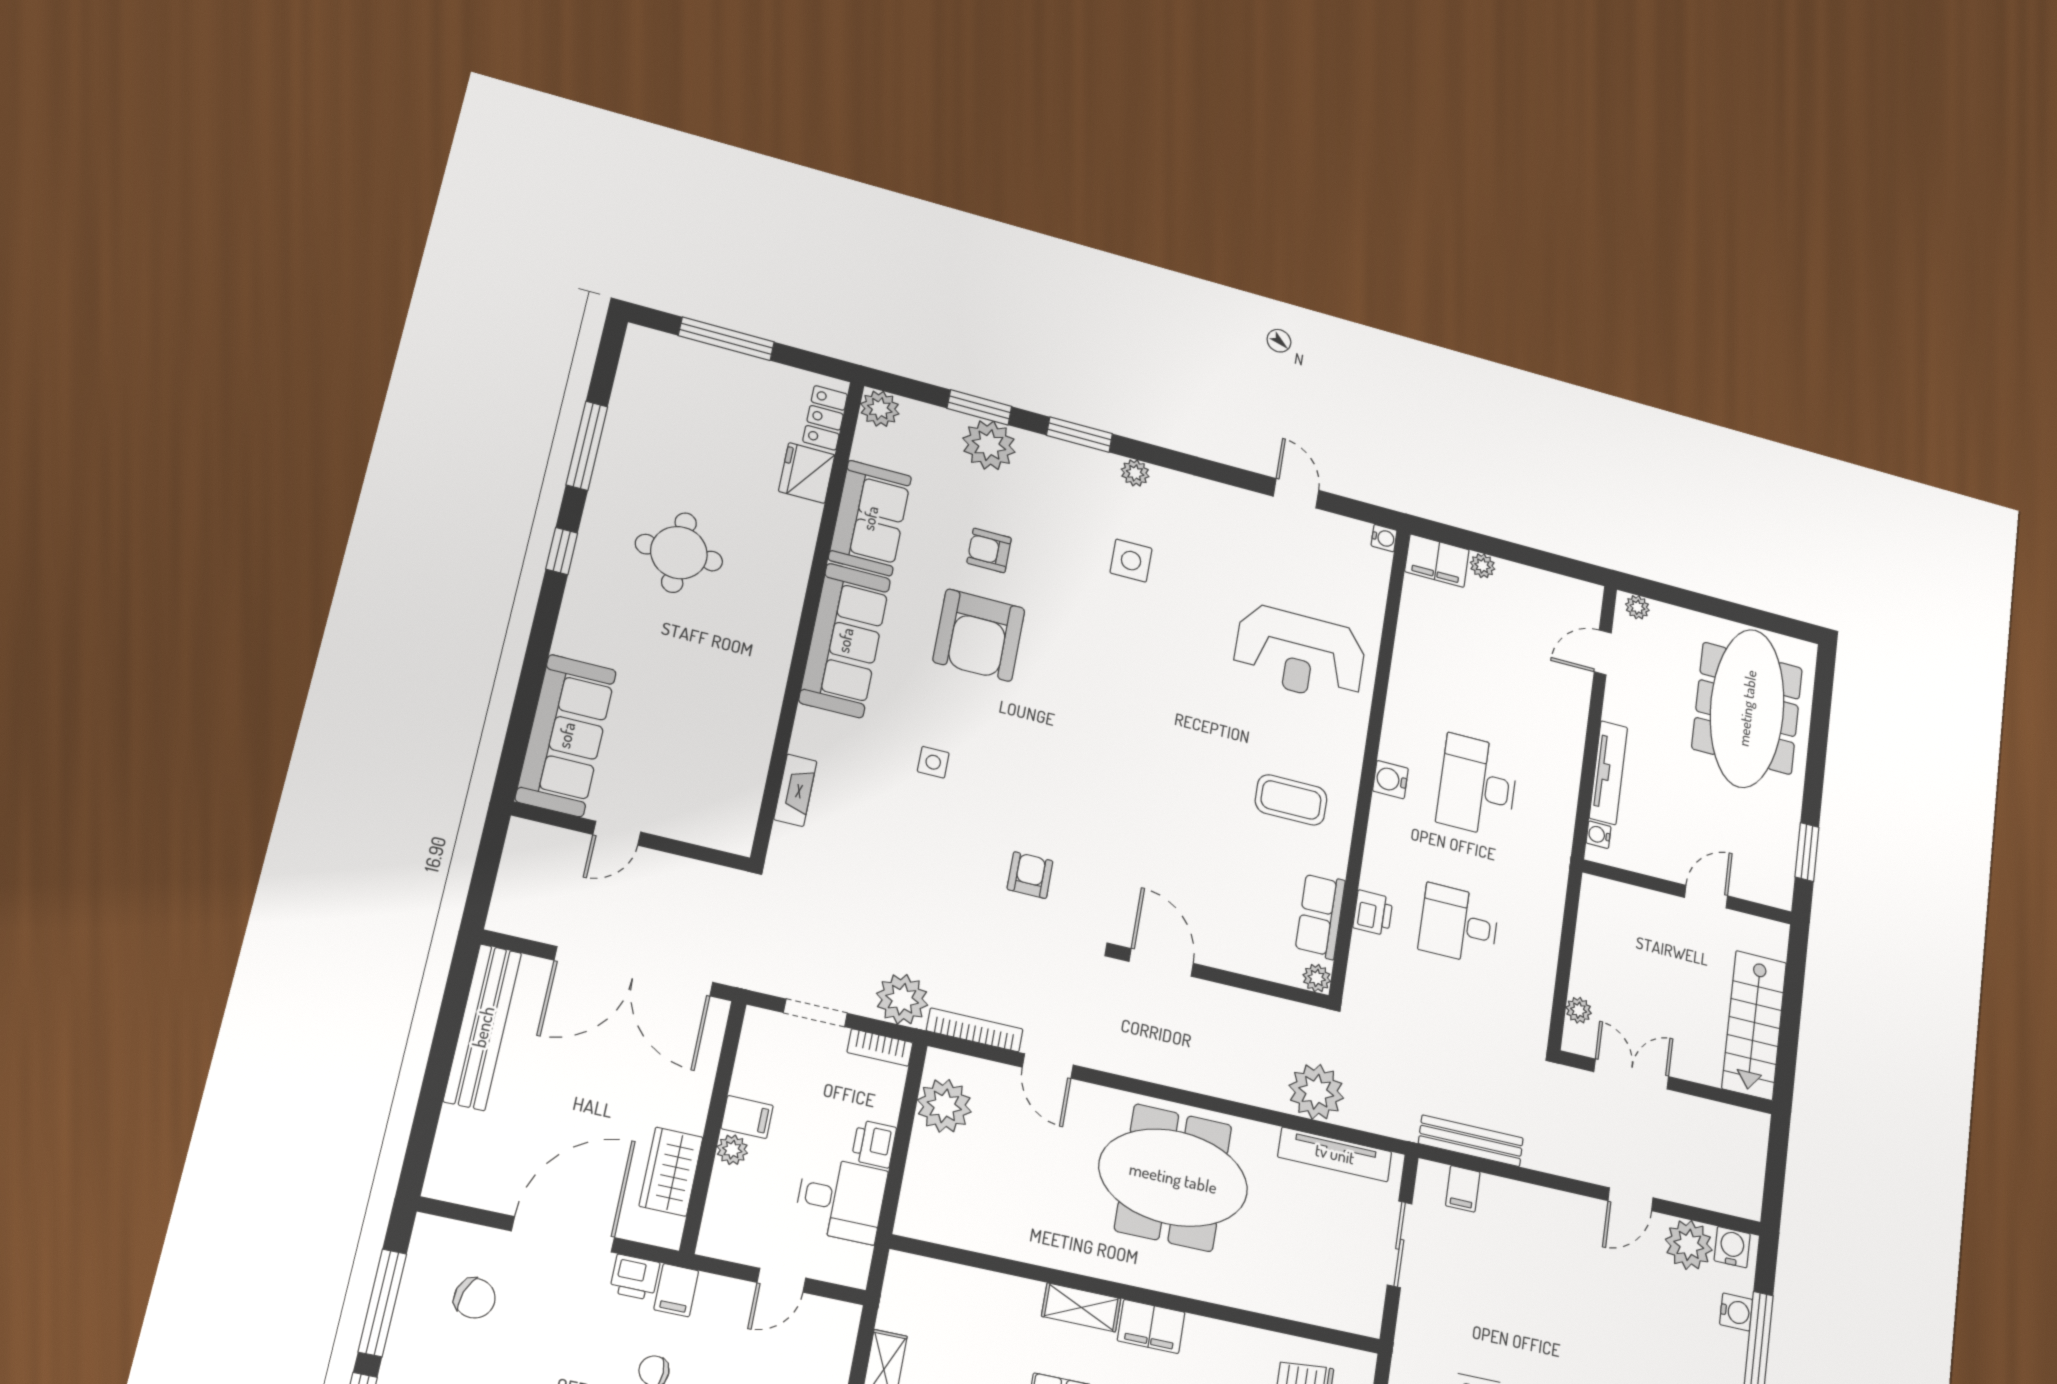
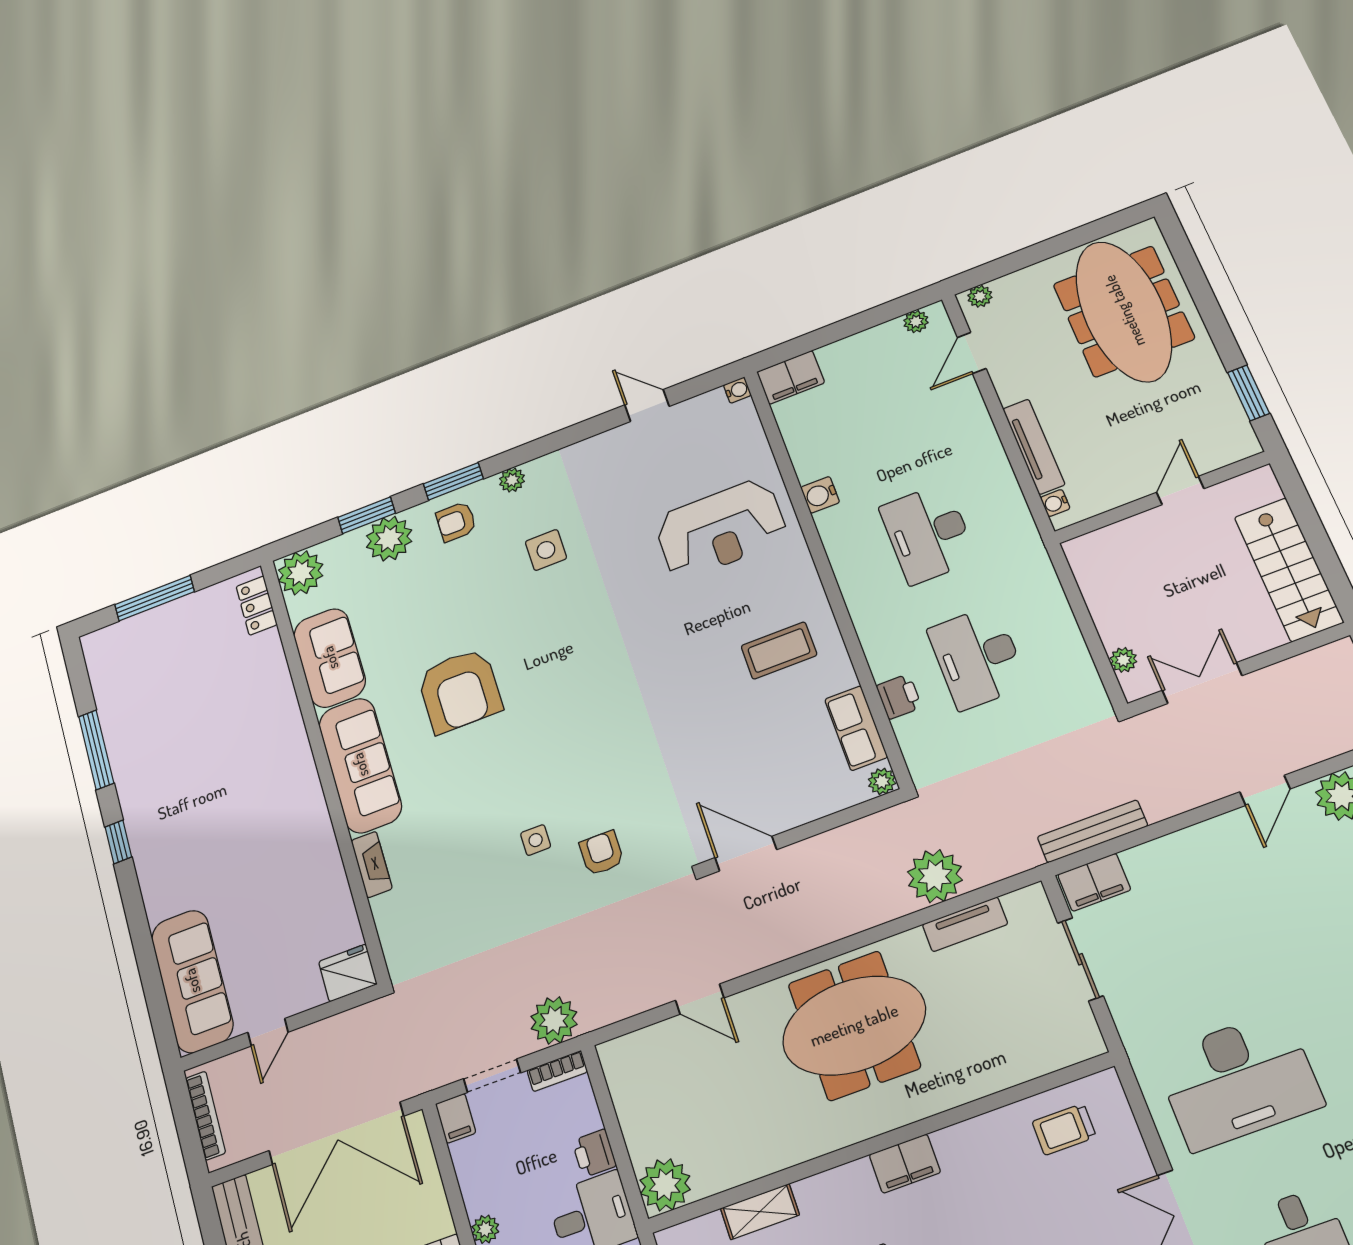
plant: (880, 409) -> (301, 573), width x1.36, depth x1.36
fridge: (807, 473) -> (348, 973), moved, turned 90
armchair: (989, 550) -> (456, 522), moved
round table: (679, 553) -> (203, 784), removed
plant: (1483, 566) -> (916, 322), moved
side table: (933, 762) -> (536, 840), moved
water cooler: (1390, 780) -> (820, 495), moved
fireplace: (795, 790) -> (372, 865), moved
desk: (1459, 924) -> (977, 657), width x1.37
bookcase: (975, 1030) -> (205, 1115), moved, turned 90
plant: (944, 1106) -> (665, 1185), moved
filing cabinet: (747, 1117) -> (456, 1118), moved, turned 90
tv unit: (1335, 1154) -> (965, 924), width x0.71
filing cabinet: (1463, 1189) -> (1094, 882), width x2.00
shelving: (1081, 1307) -> (760, 1212), moved

